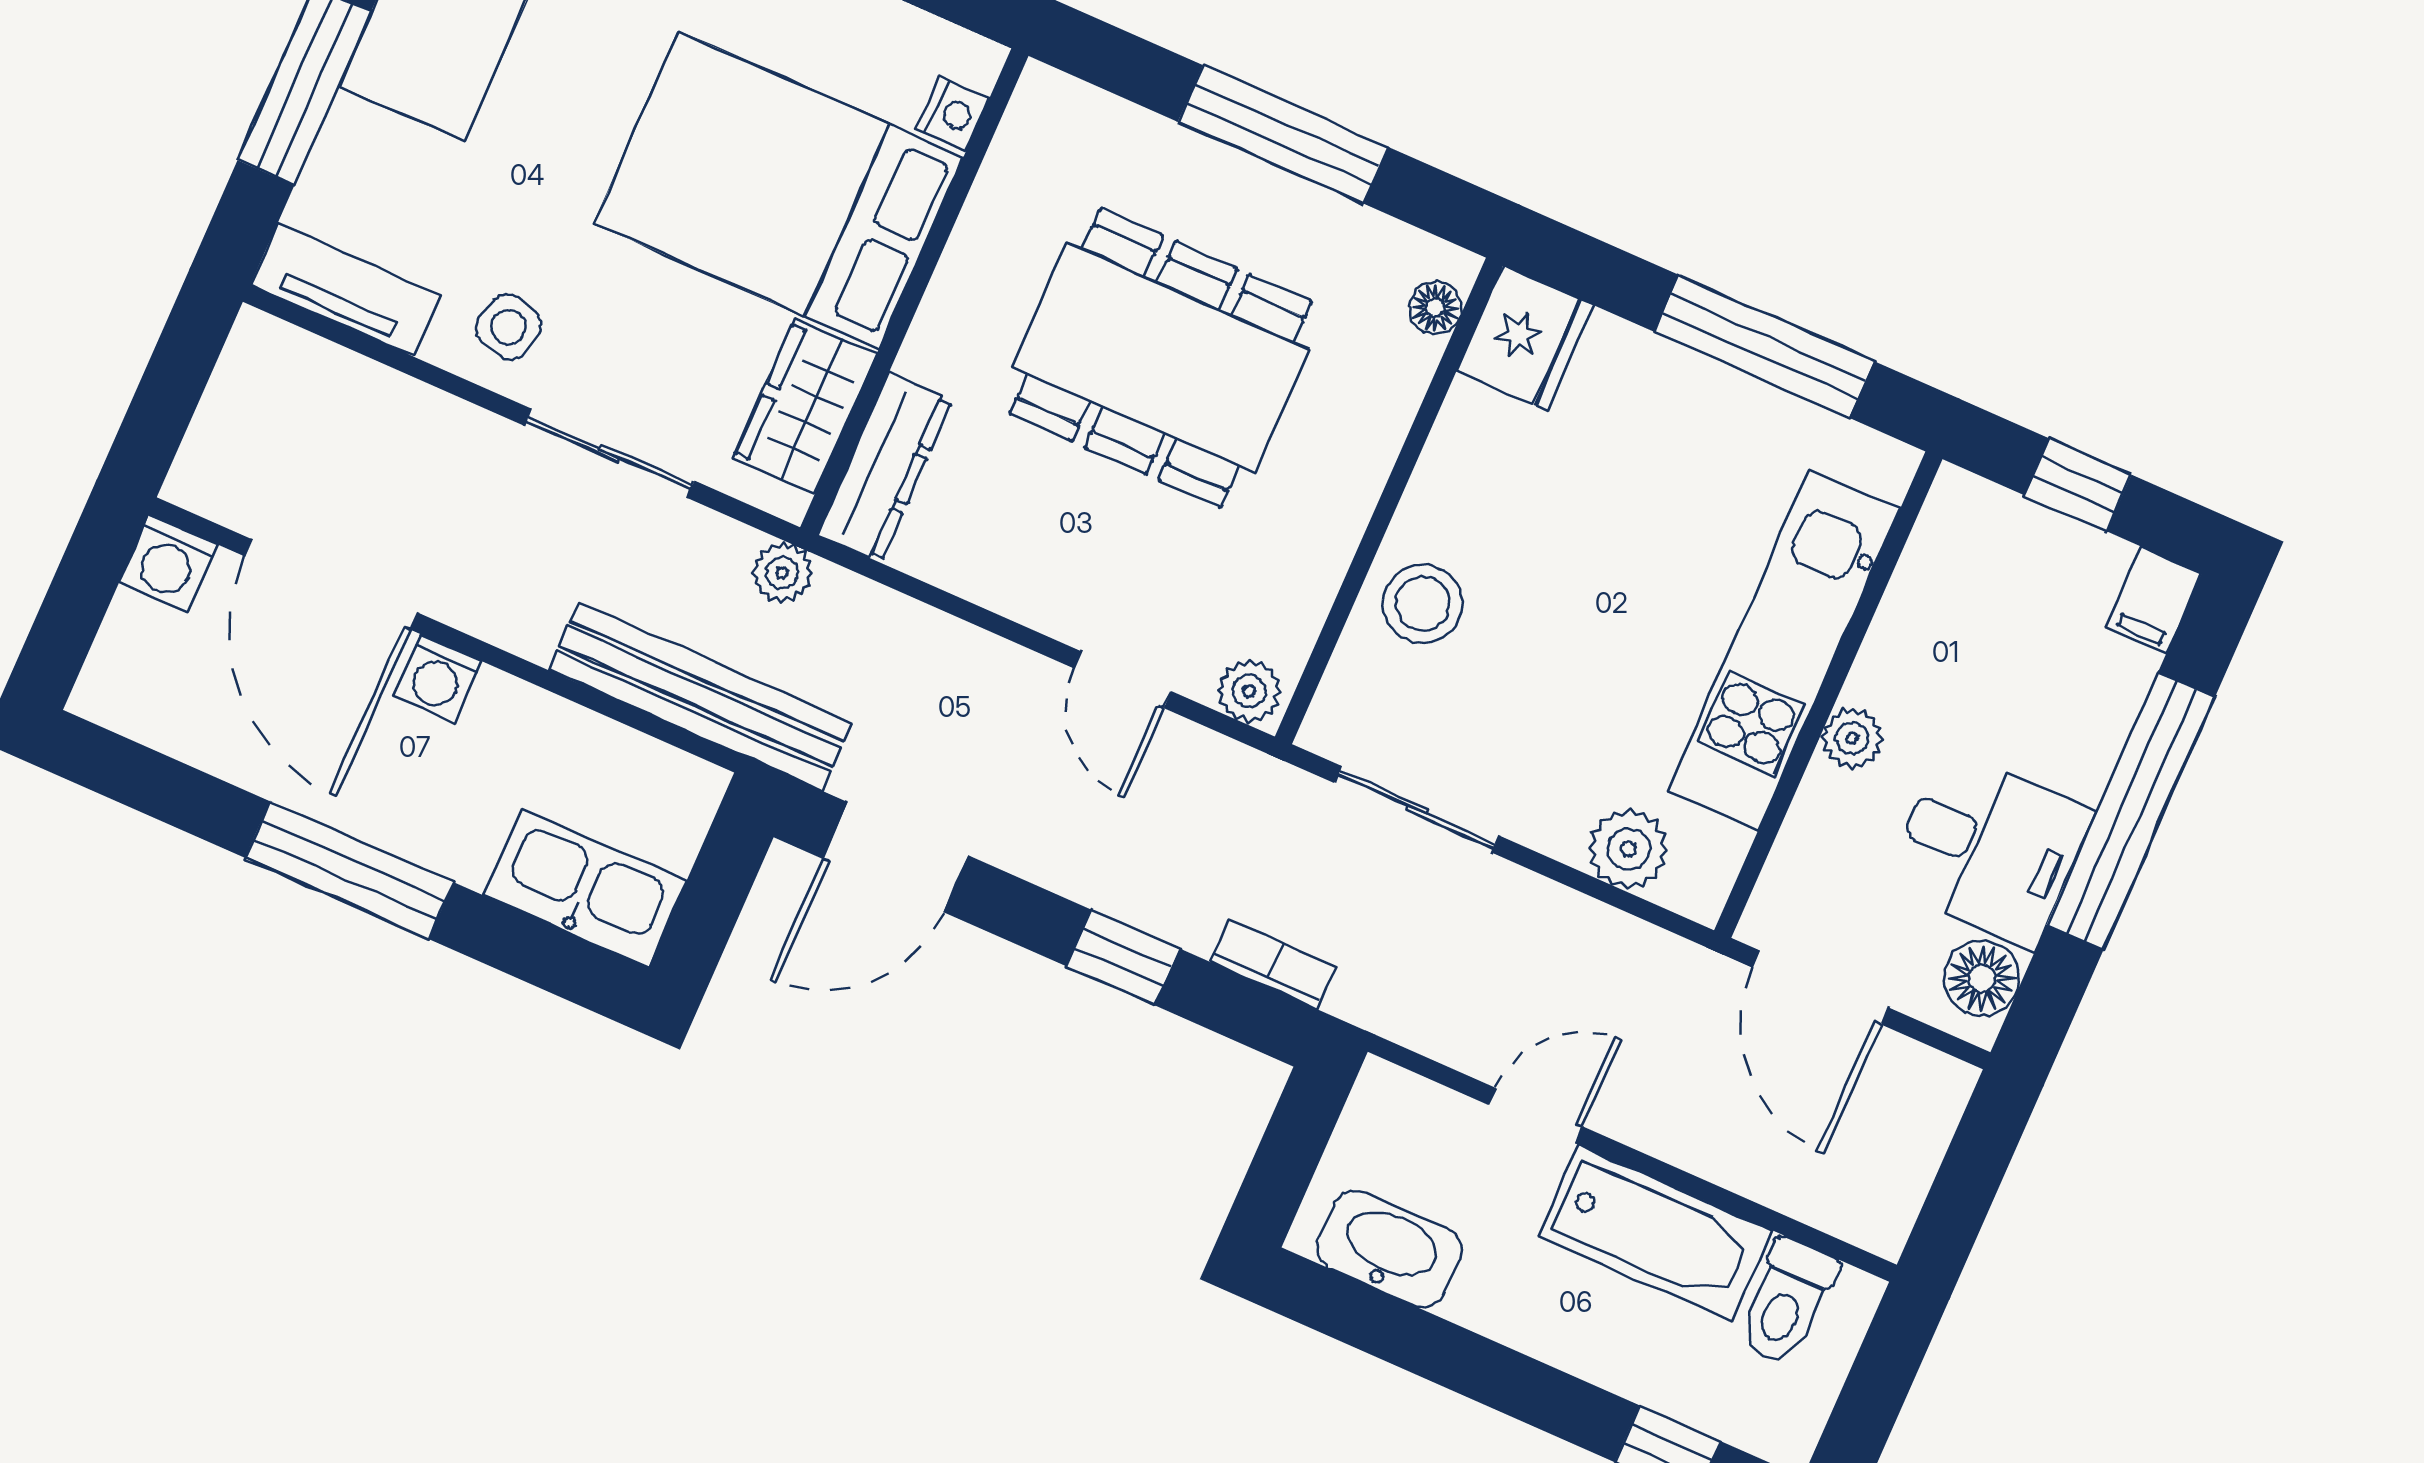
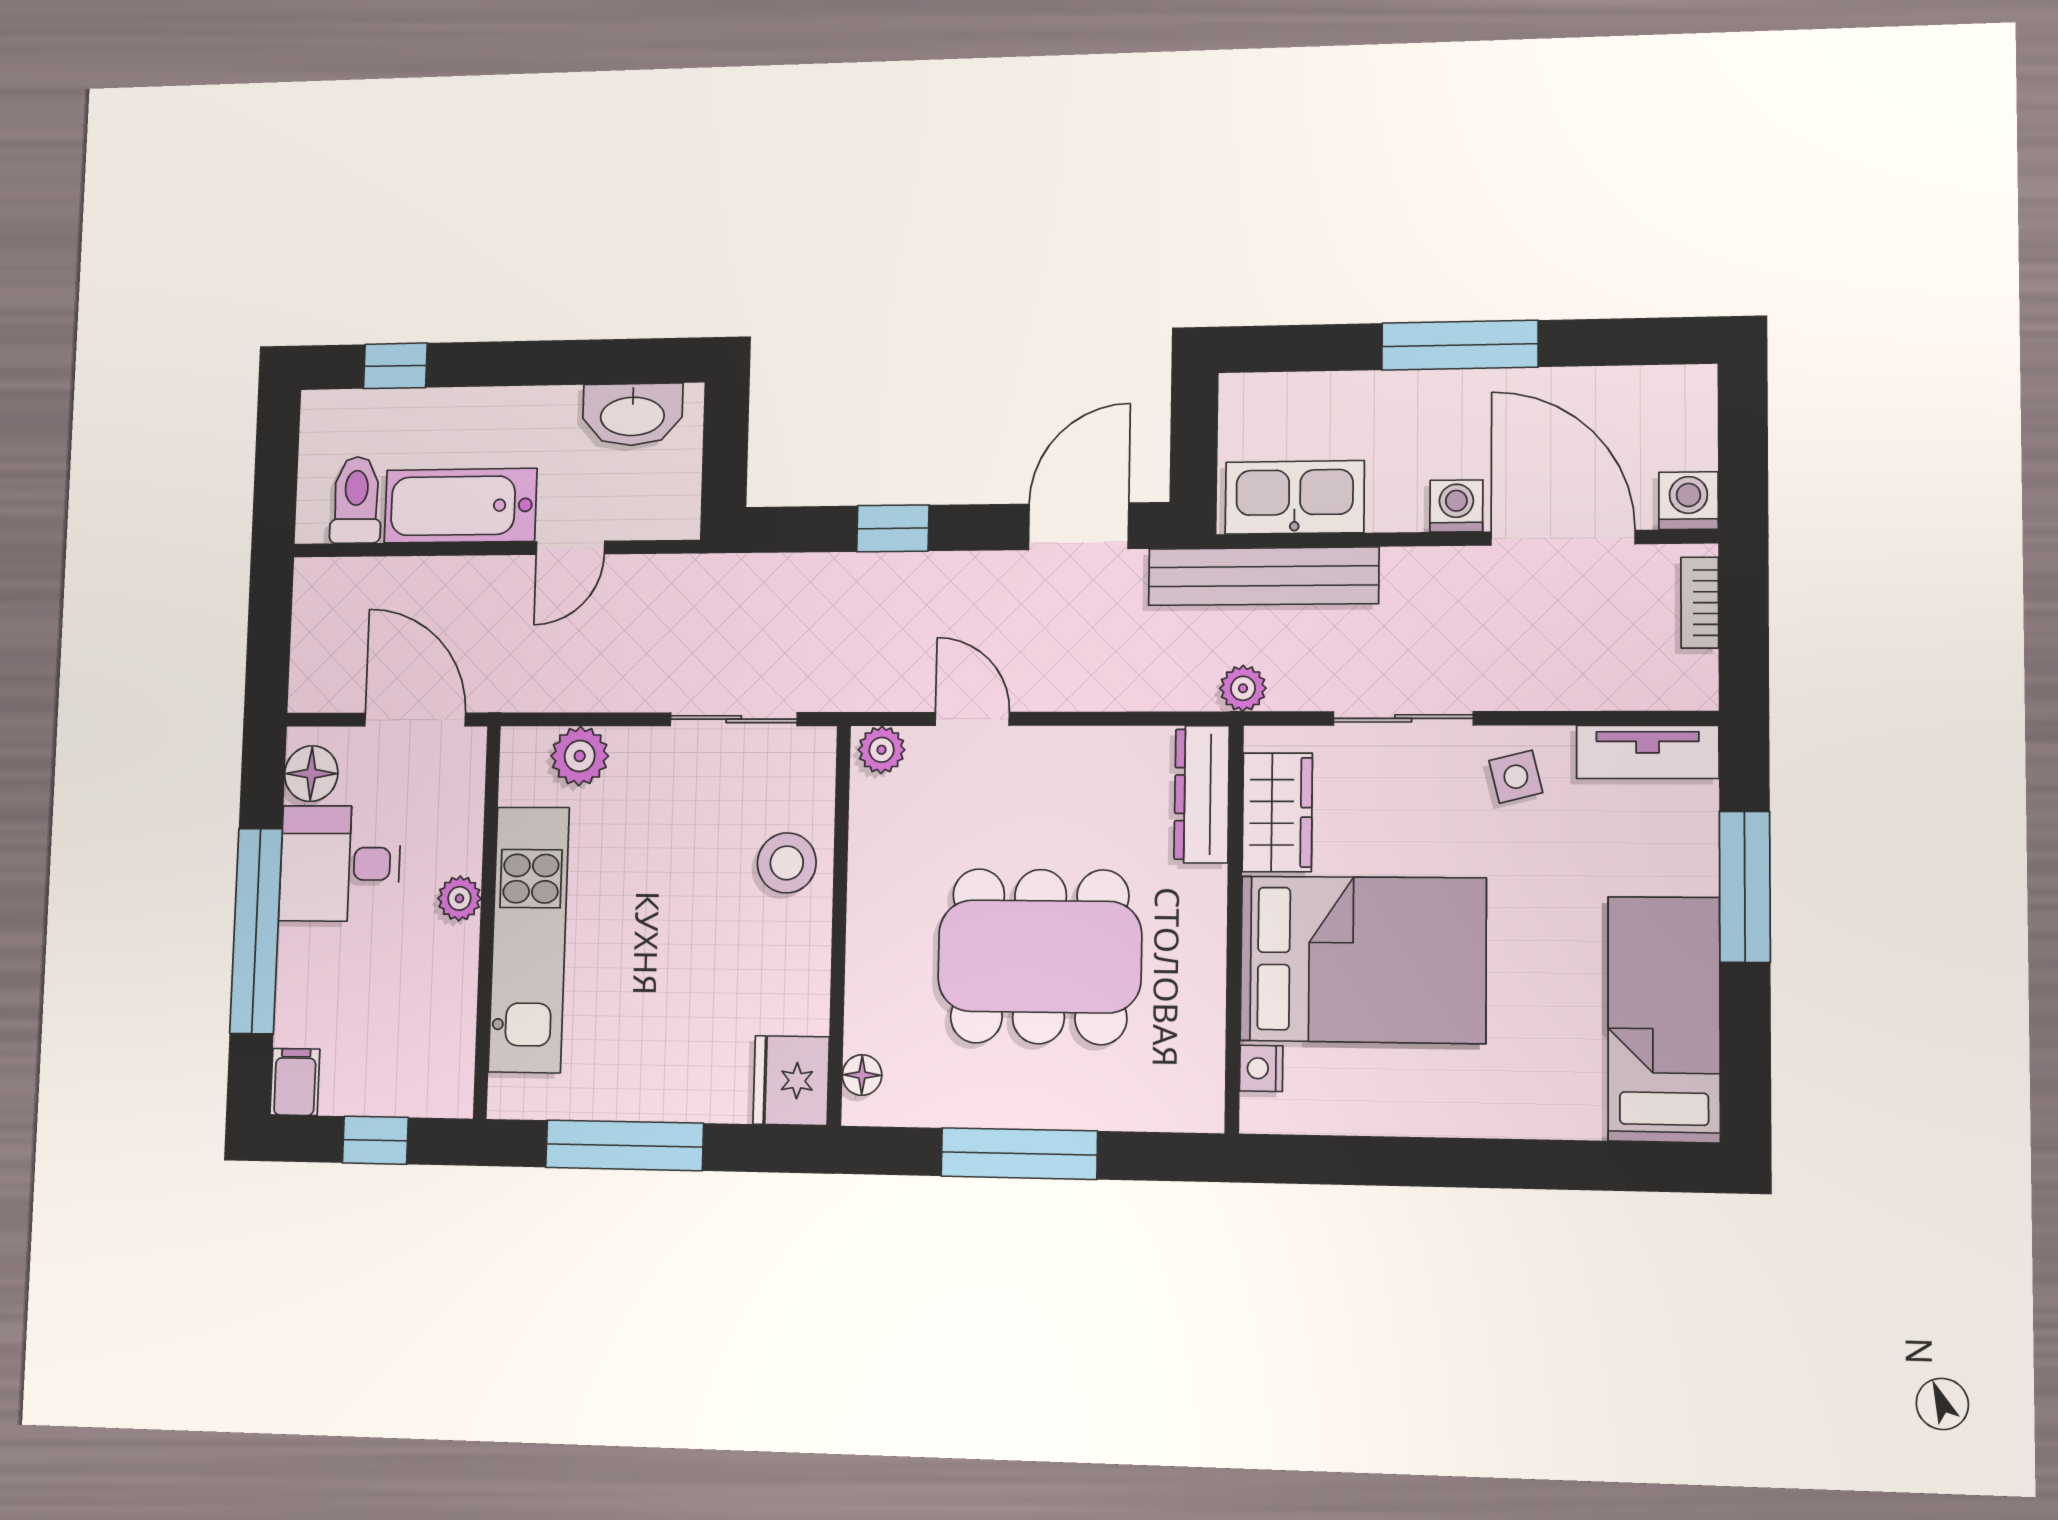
side table: (508, 327) -> (1516, 777), turned -30
kitchen sink: (585, 888) -> (1295, 497), moved, turned 180
bookcase: (1273, 964) -> (1700, 603), moved, turned 90

